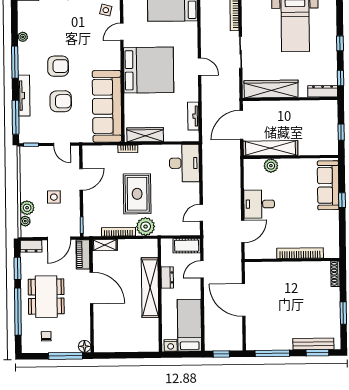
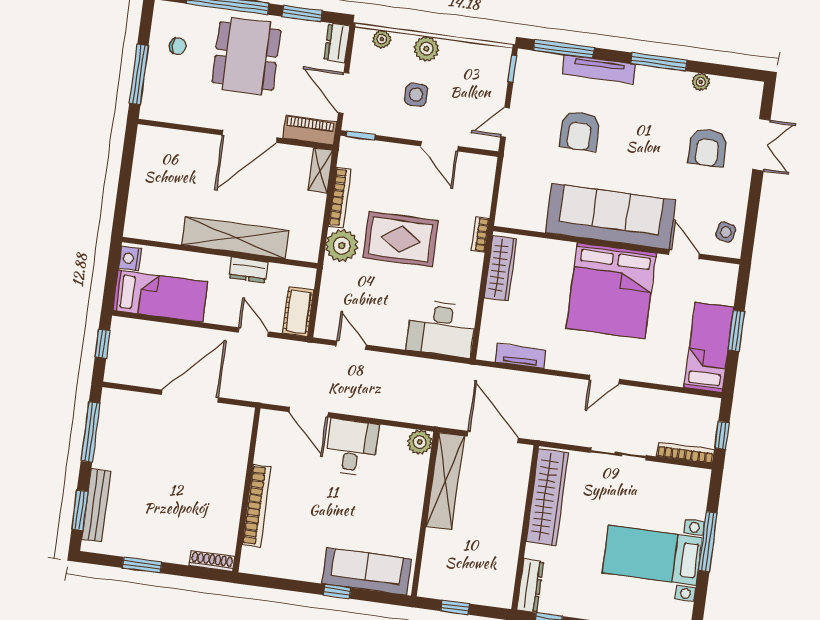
armchair: (58, 66) -> (708, 148), moved
sofa: (107, 106) -> (610, 216), moved
plant: (271, 166) -> (420, 442), moved
plant: (27, 208) -> (426, 49), moved
dining table: (46, 297) -> (246, 56), turned 90
floor lamp: (85, 346) -> (150, 110), removed

